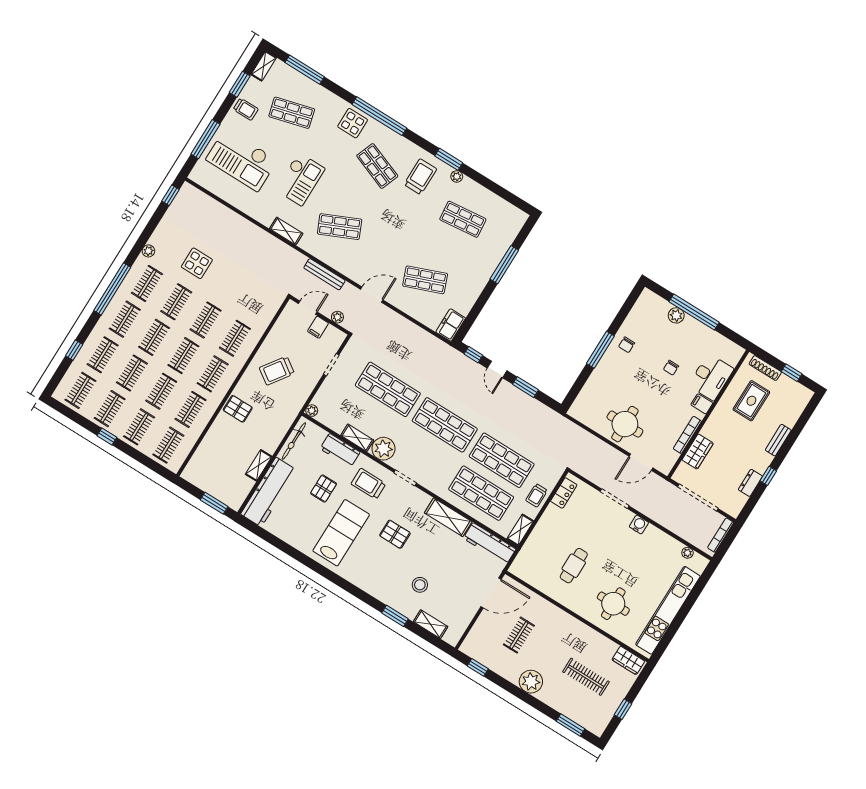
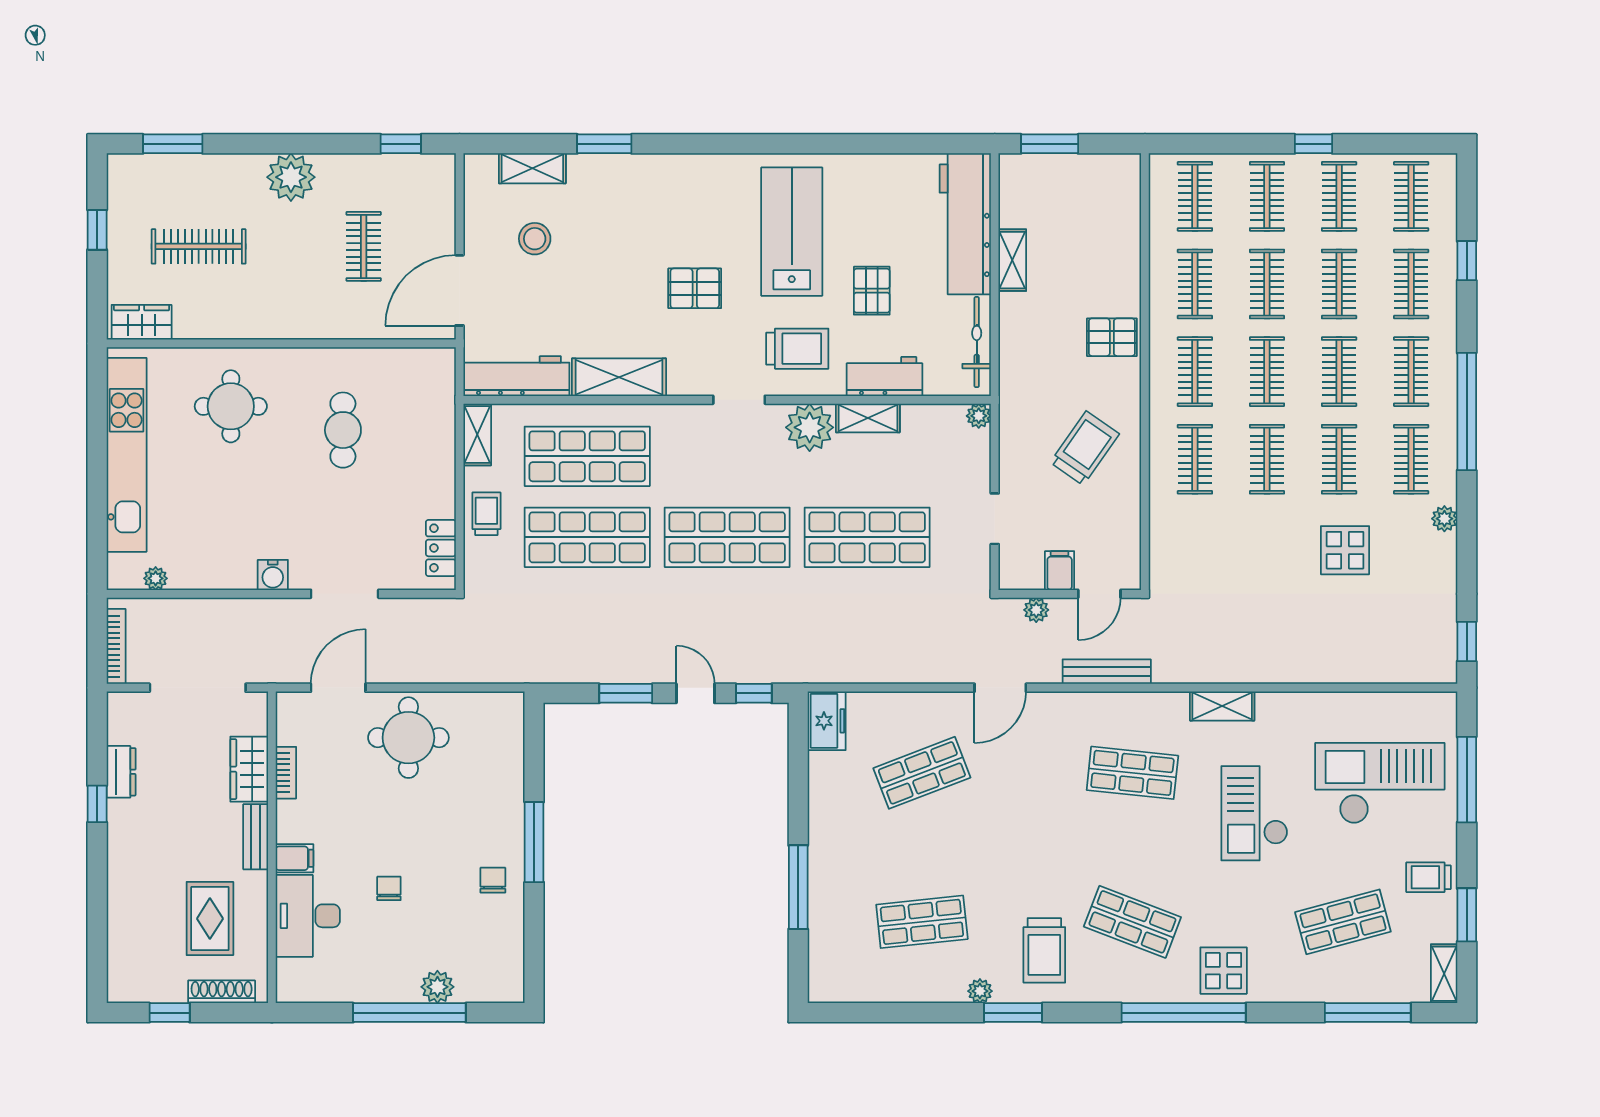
shop shelf: (340, 227) -> (1132, 773), turned 30
bookcase: (687, 435) -> (286, 773), width x0.64
bench: (778, 440) -> (256, 837), moved
lab bench: (341, 533) -> (792, 232), turned 180
stool: (420, 585) -> (535, 239), moved

